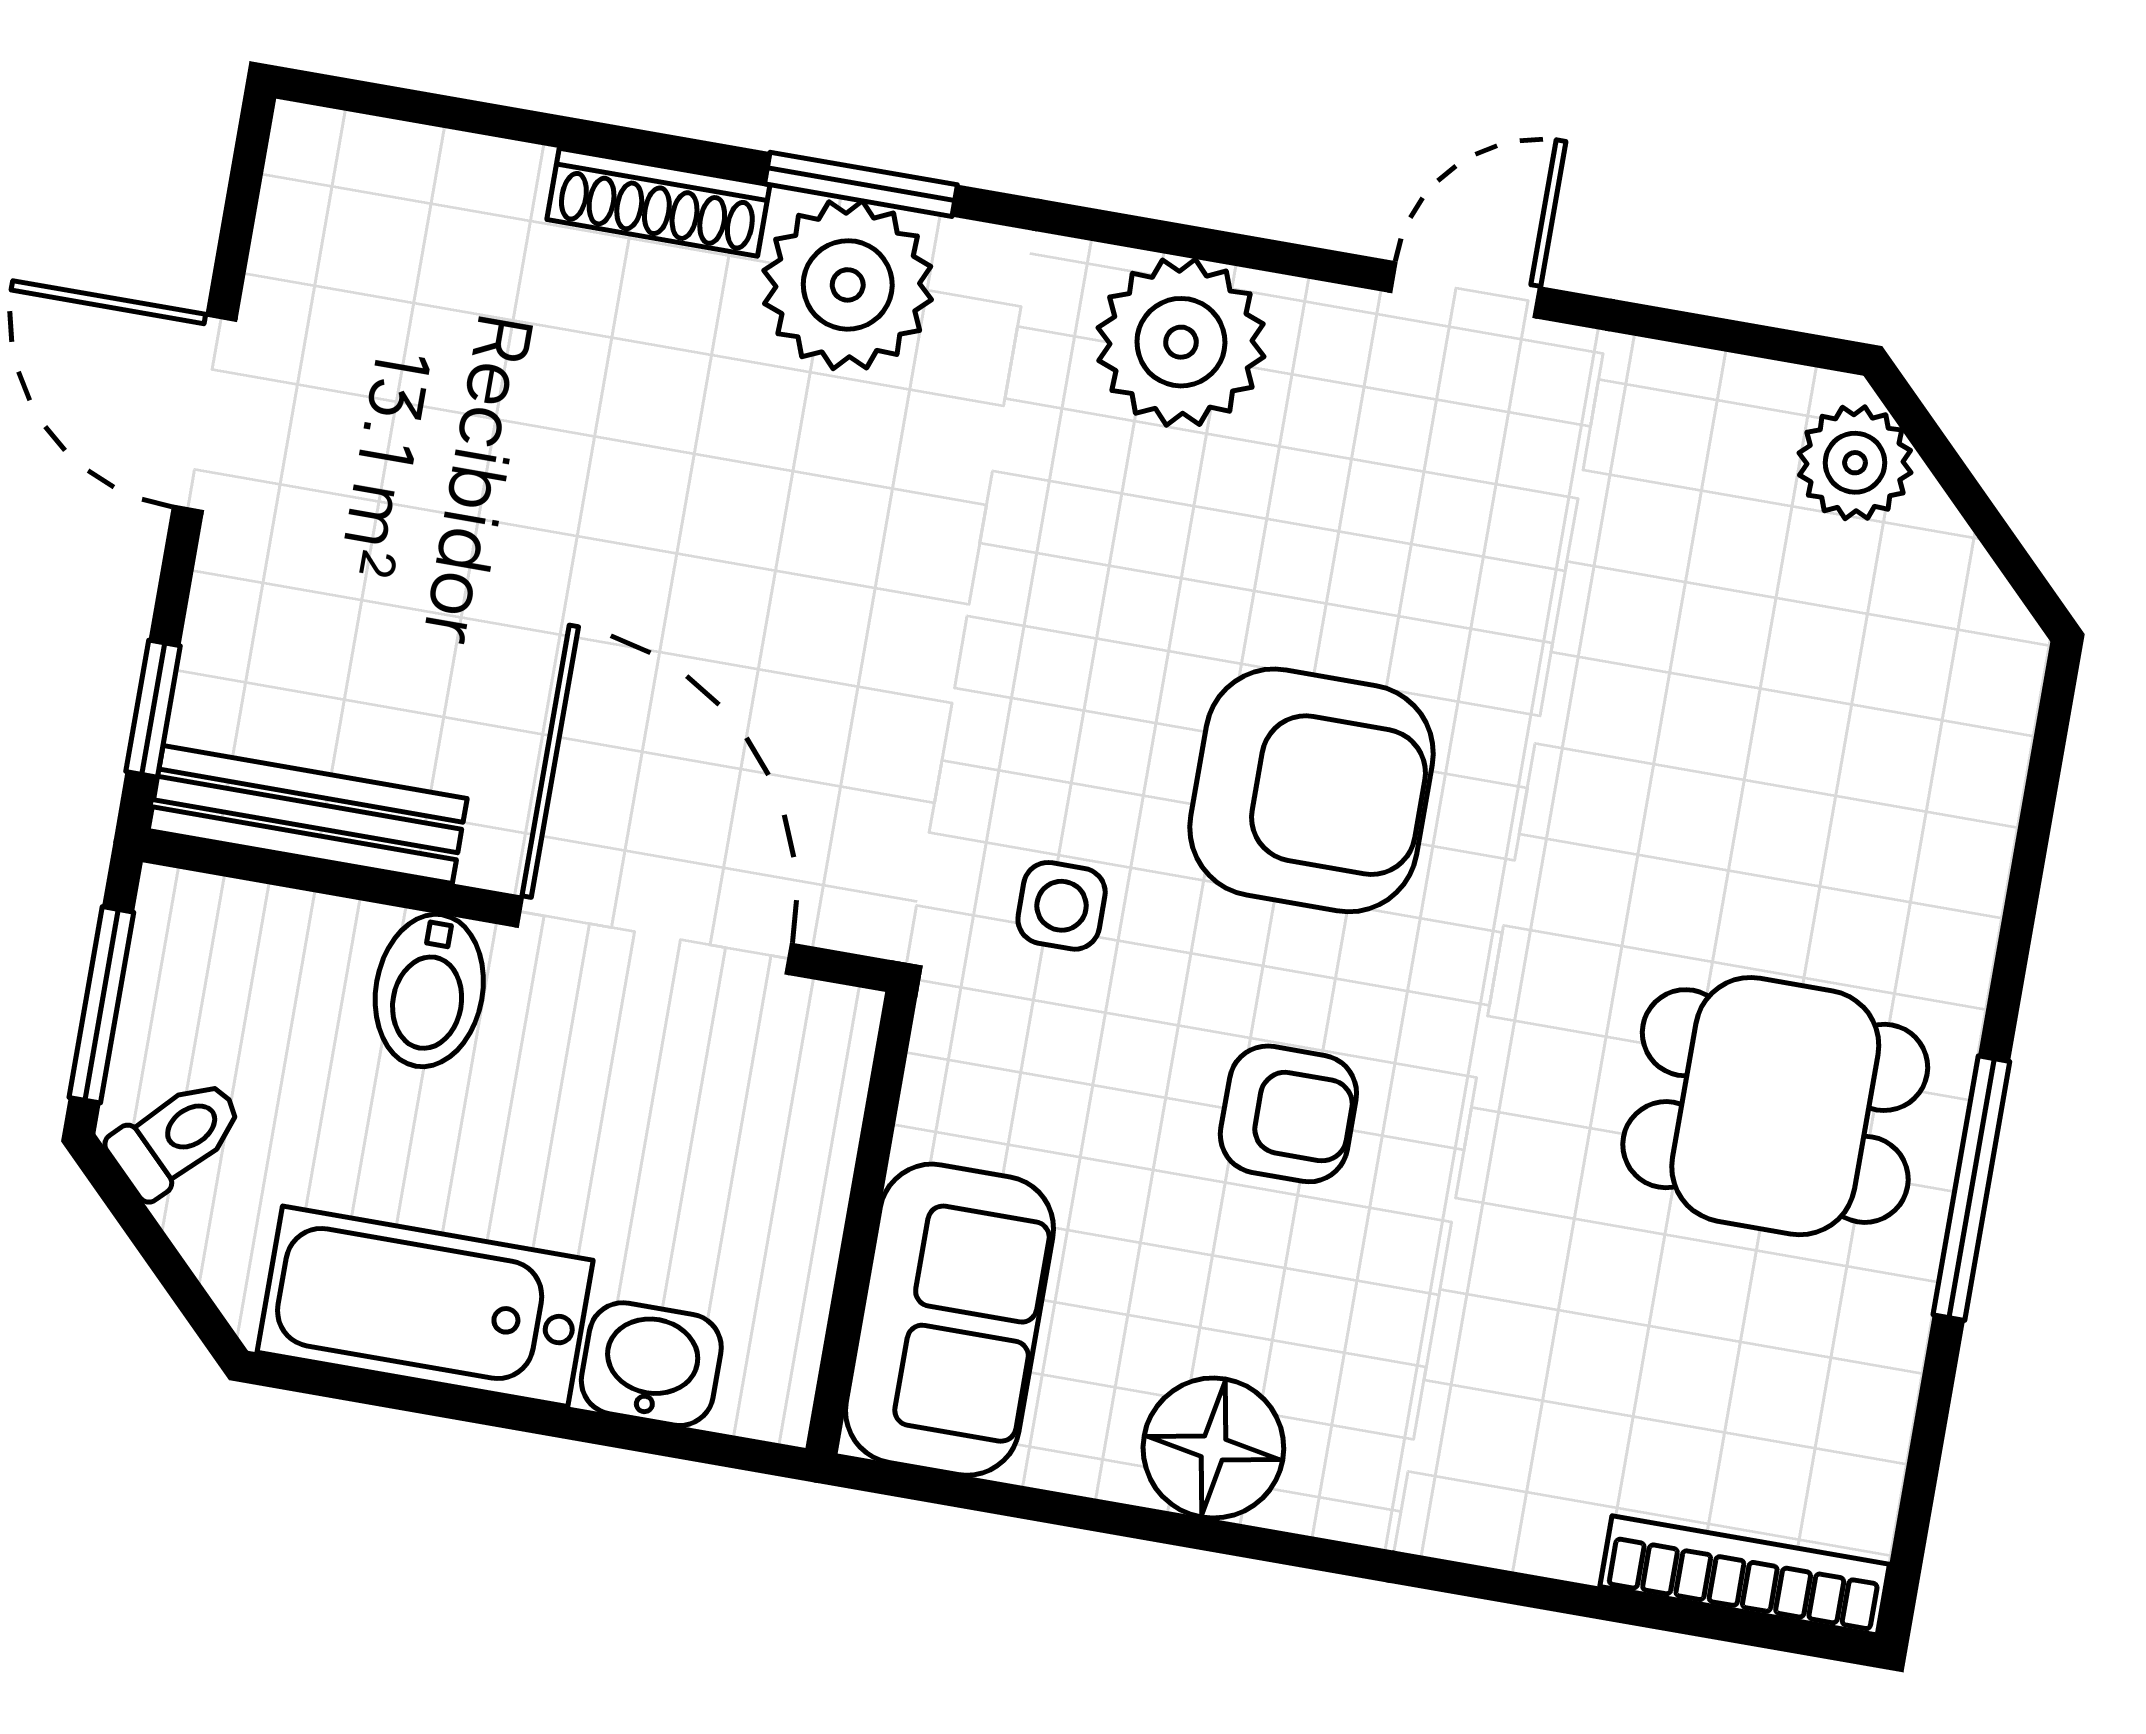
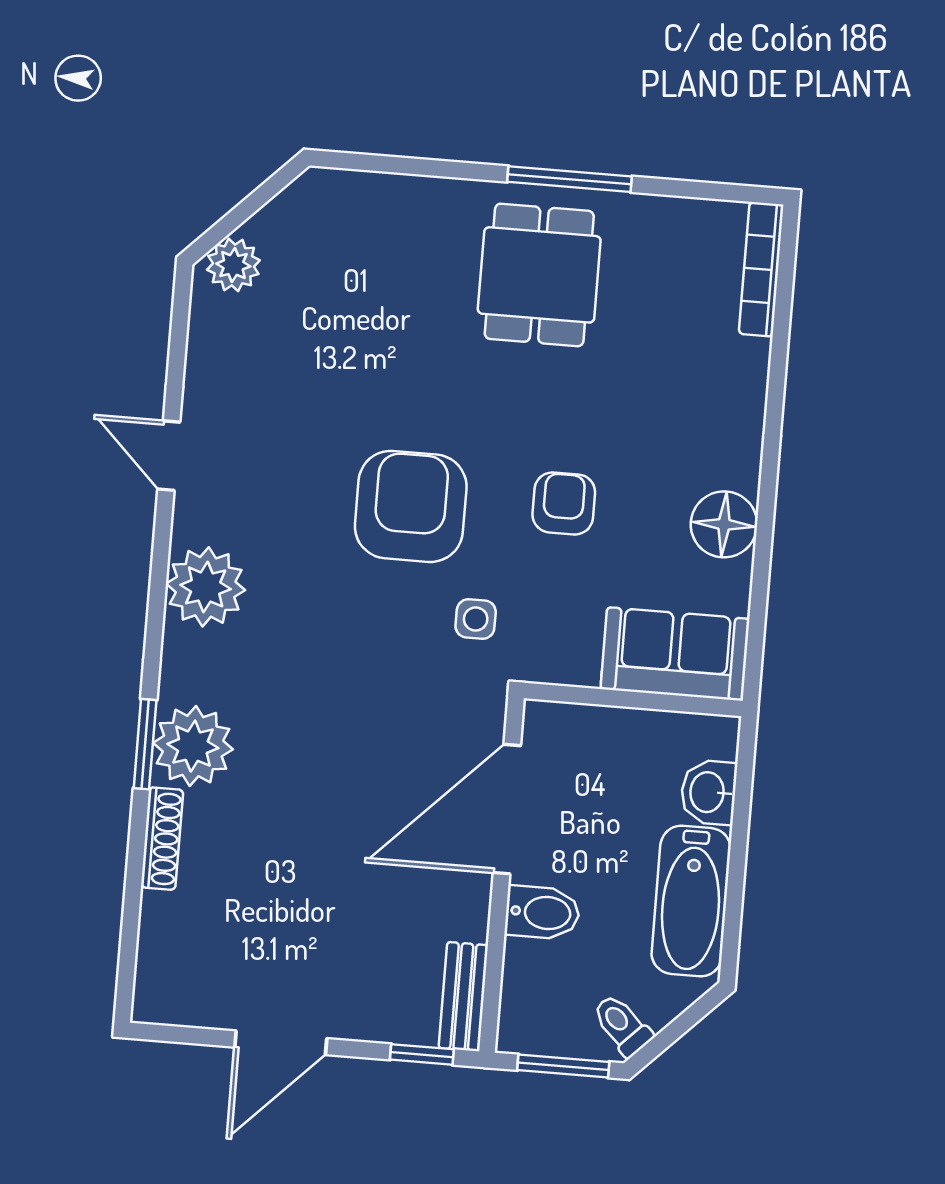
bench: (308, 814) -> (463, 997), width x0.73

